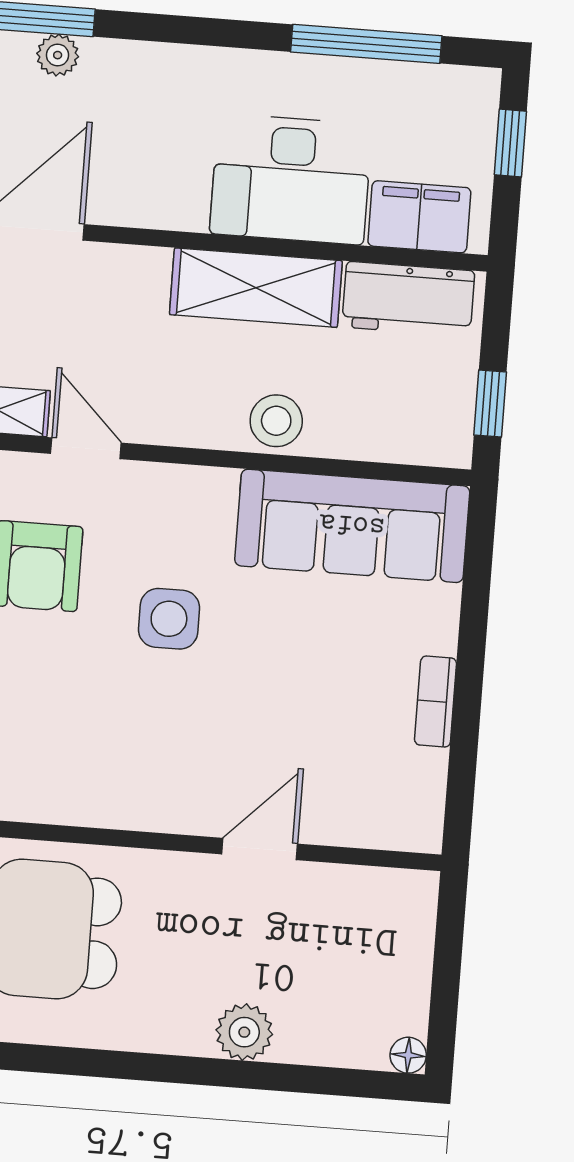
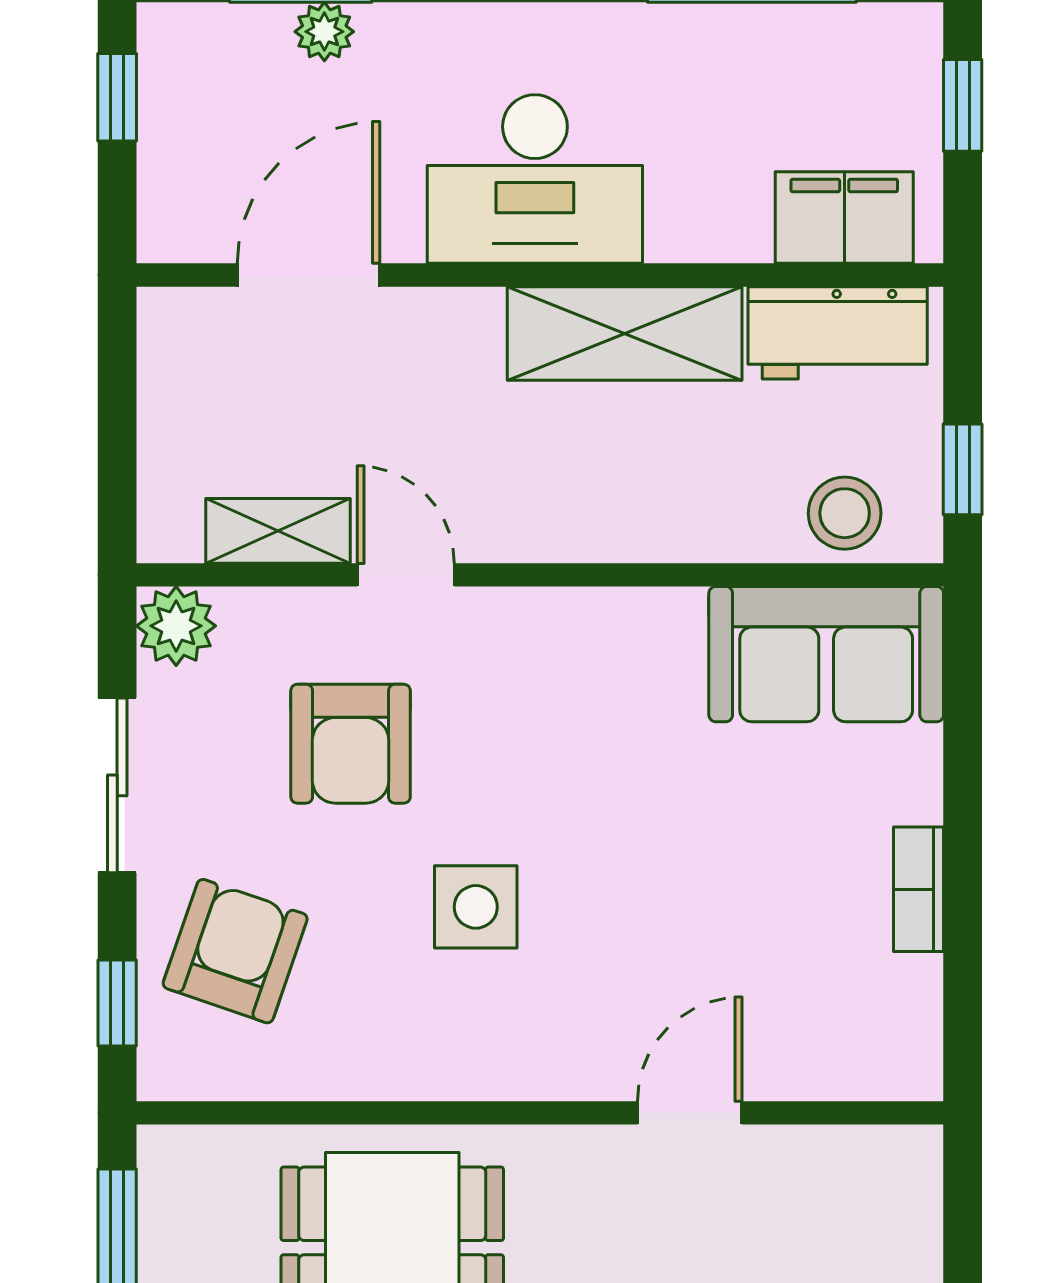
desk: (291, 179) -> (535, 179), moved
stool: (276, 421) -> (845, 513), moved
sofa: (352, 526) -> (826, 654), width x0.73
side table: (169, 619) -> (476, 907), moved

